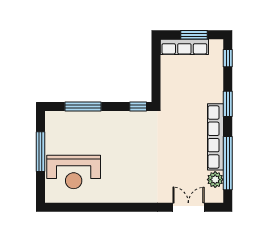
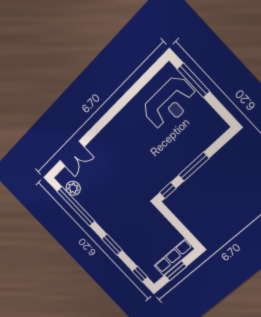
window: (83, 106) -> (194, 167), moved
row of seats: (215, 137) -> (99, 216), removed
window: (41, 152) -> (193, 80), moved
reception desk: (74, 172) -> (169, 103), turned 180

